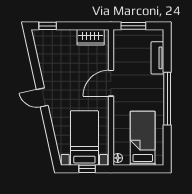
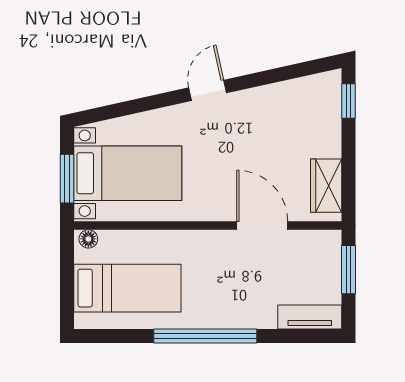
tv unit: (157, 58) -> (310, 317), moved
door: (111, 83) -> (262, 226), moved
window: (87, 169) -> (67, 179), width x1.50

